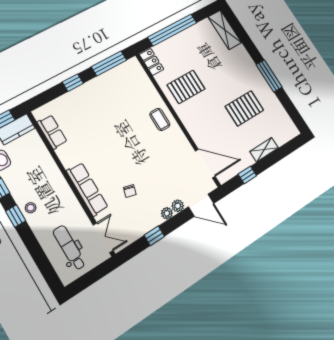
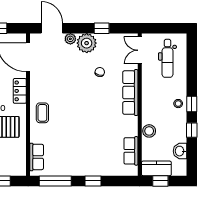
locker: (152, 62) -> (20, 91), moved
row of seats: (140, 76) -> (37, 157), added
stool: (45, 162) -> (149, 131), added
plant: (167, 213) -> (87, 43), width x1.88, depth x1.88

